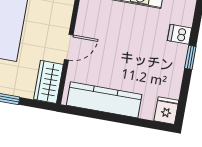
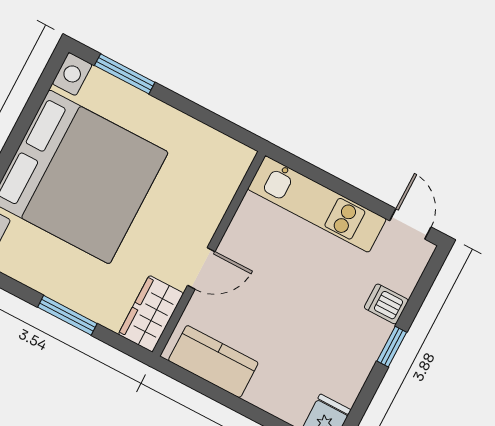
kitchen counter: (104, 100) -> (213, 362), width x0.67

